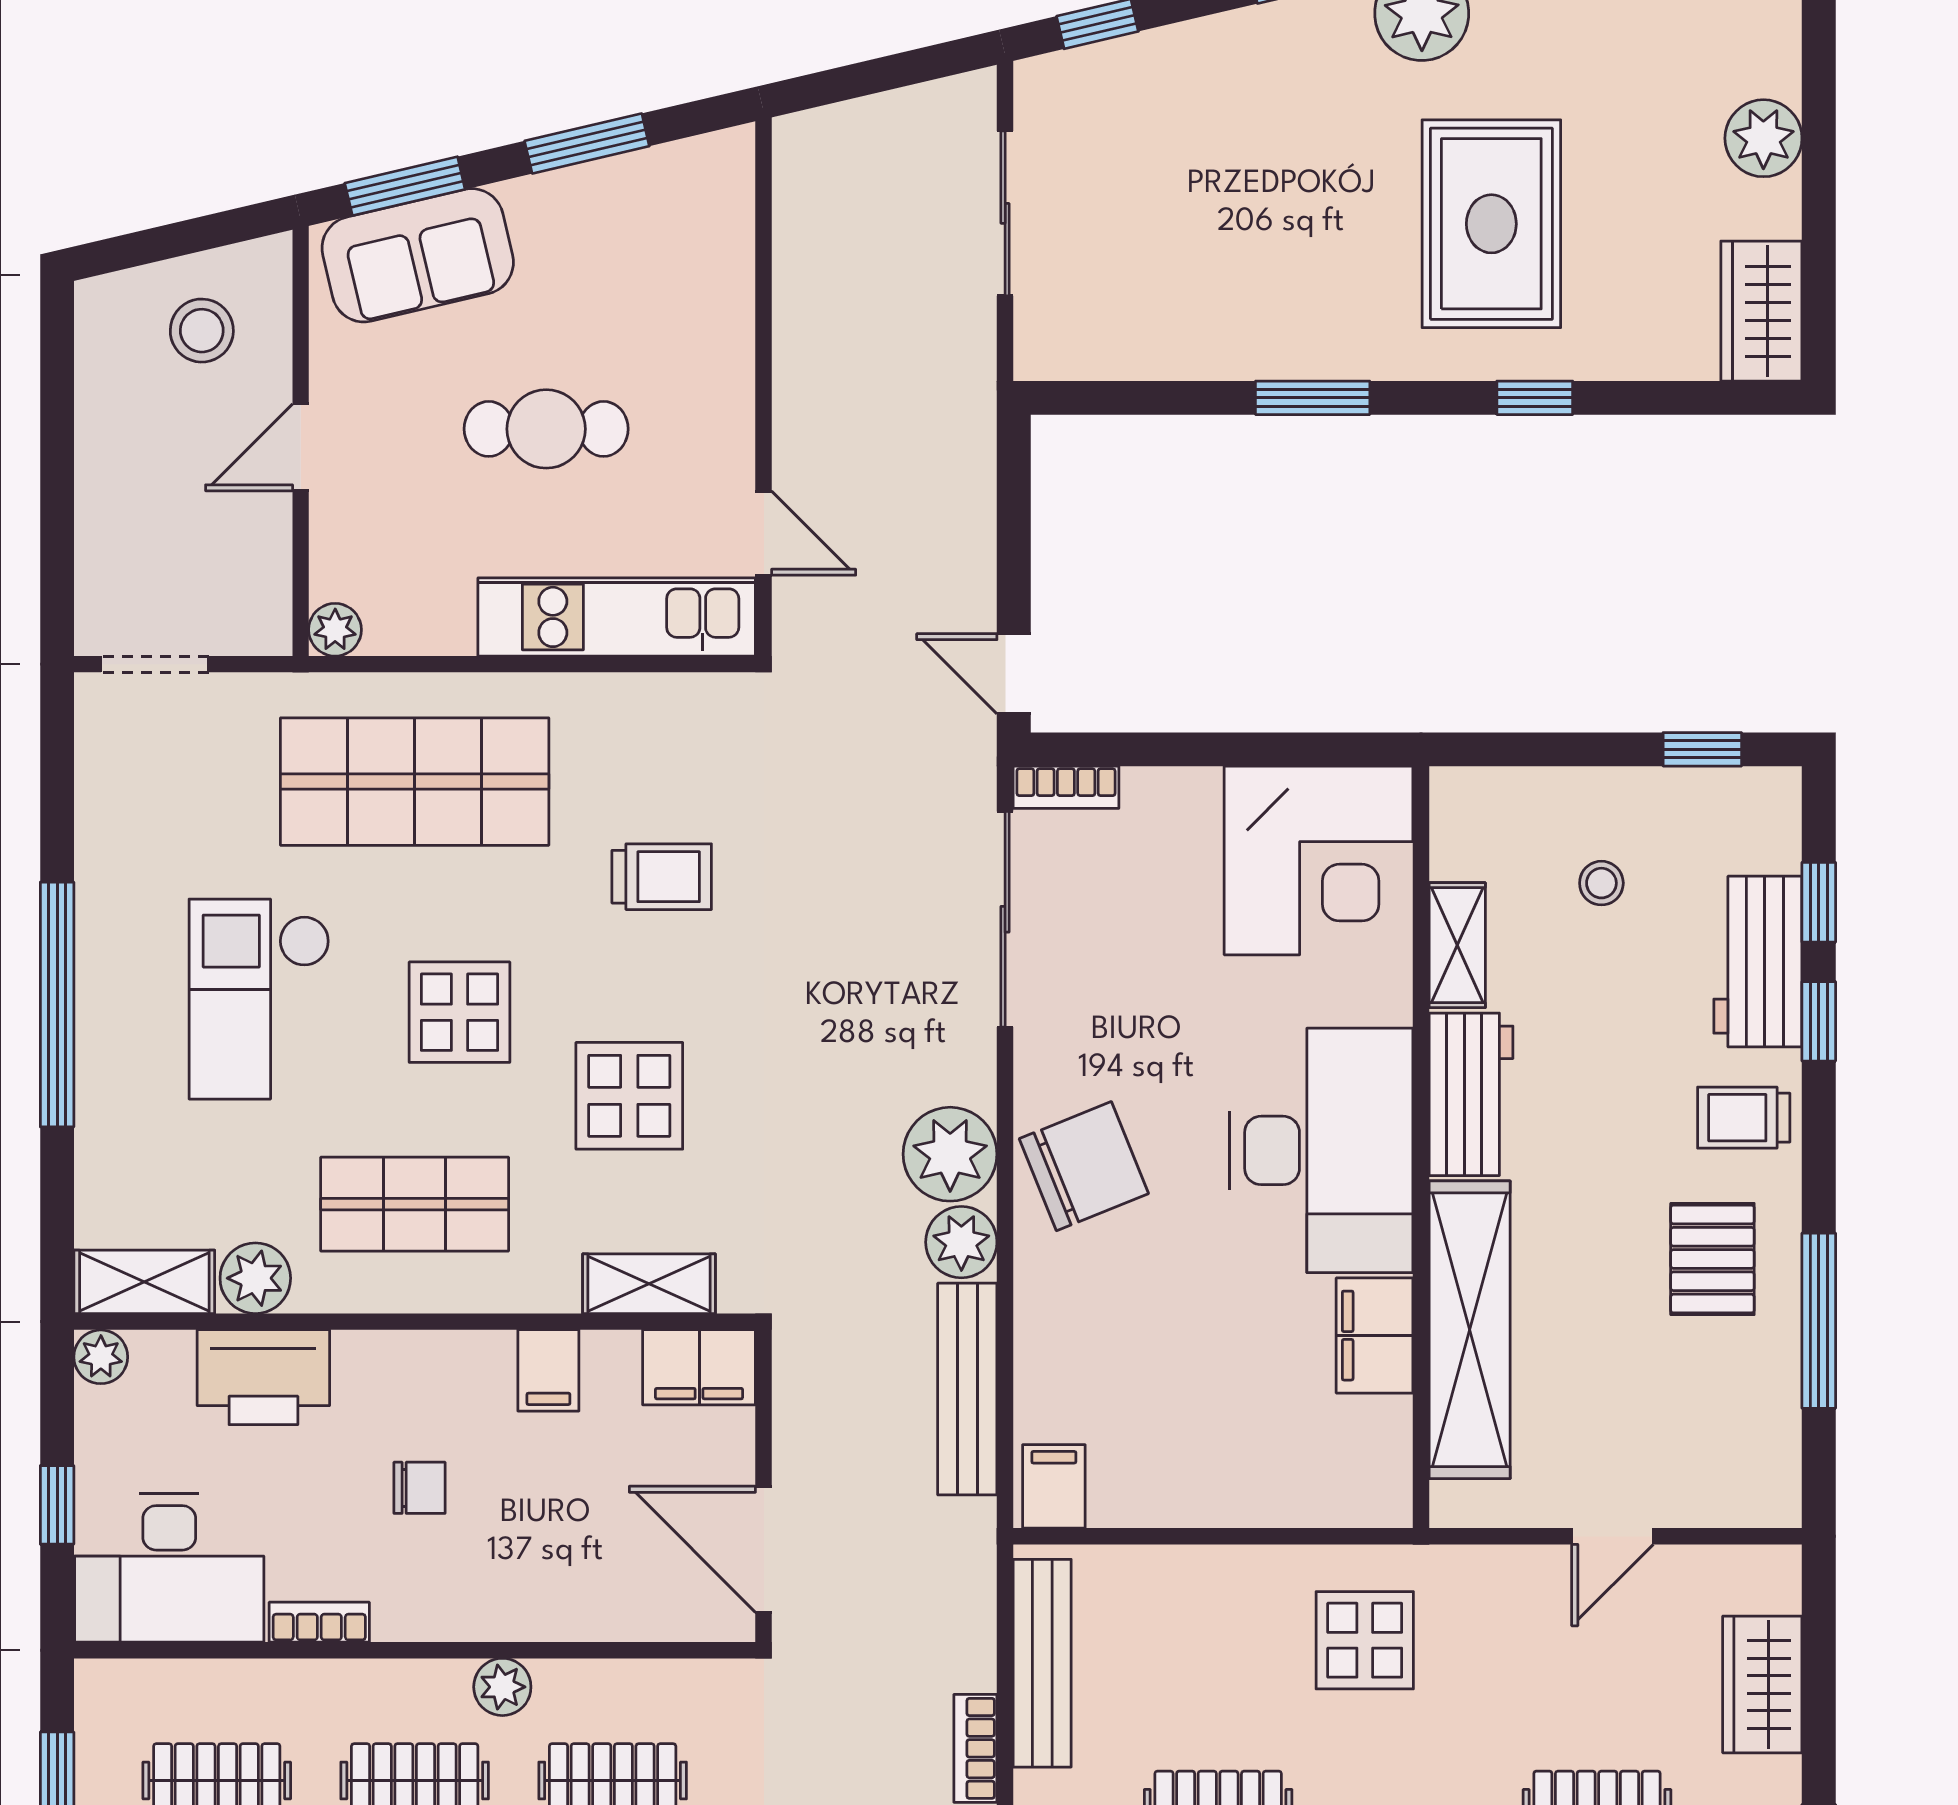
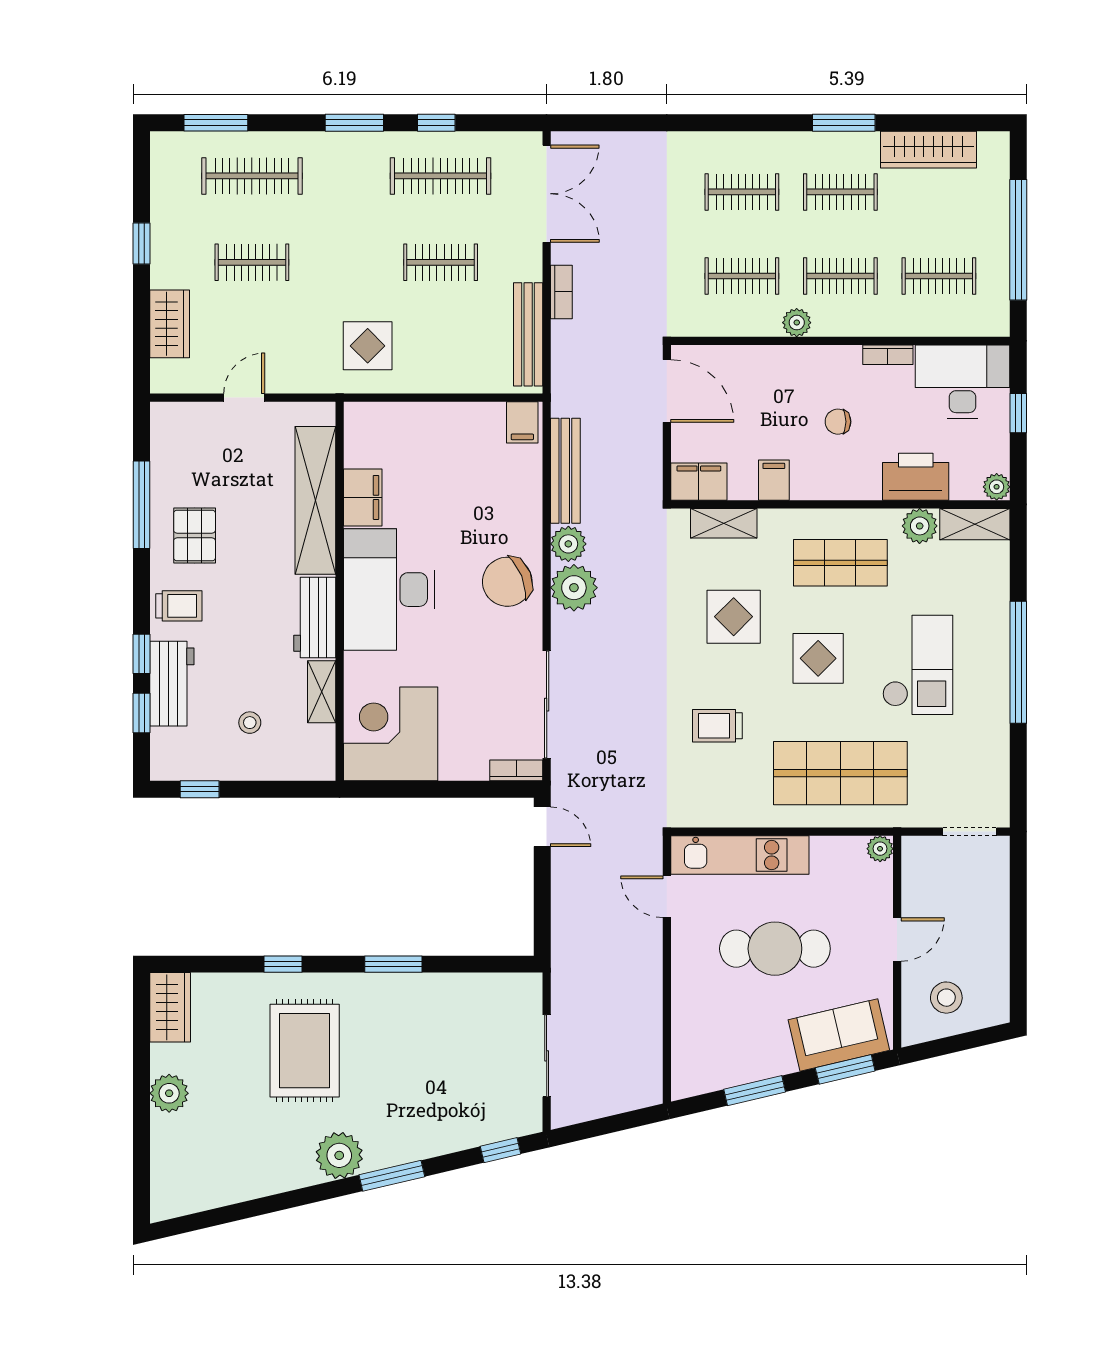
cafe table: (546, 429) -> (775, 949), width x1.37, depth x1.35

